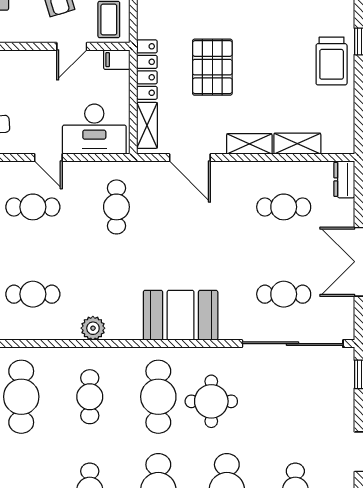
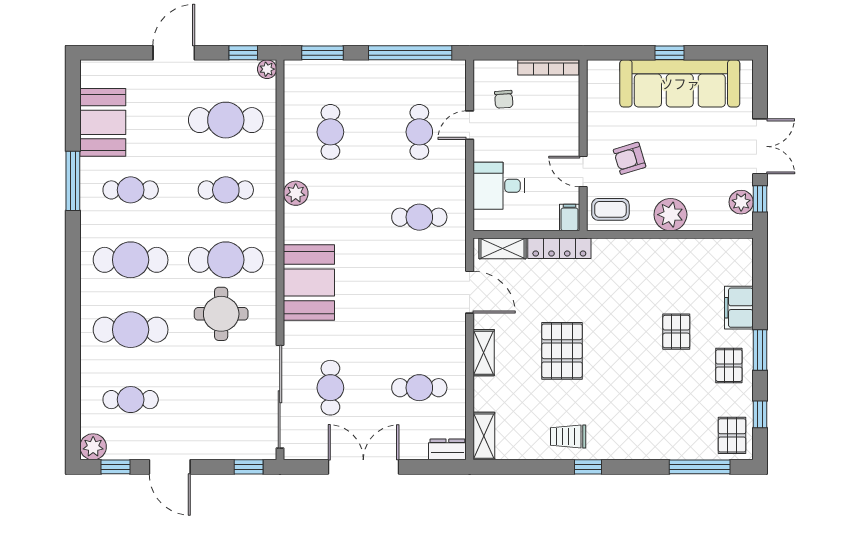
trolley: (332, 61) -> (568, 436), width x0.73, depth x0.72
pallet: (212, 67) -> (562, 351), moved, turned 90
desk: (94, 129) -> (499, 186), width x0.73
shelving: (297, 144) -> (484, 436), moved
door: (48, 158) -> (470, 125), moved
door: (190, 158) -> (470, 292), swing flipped
cafe table: (284, 207) -> (419, 388), turned 90

